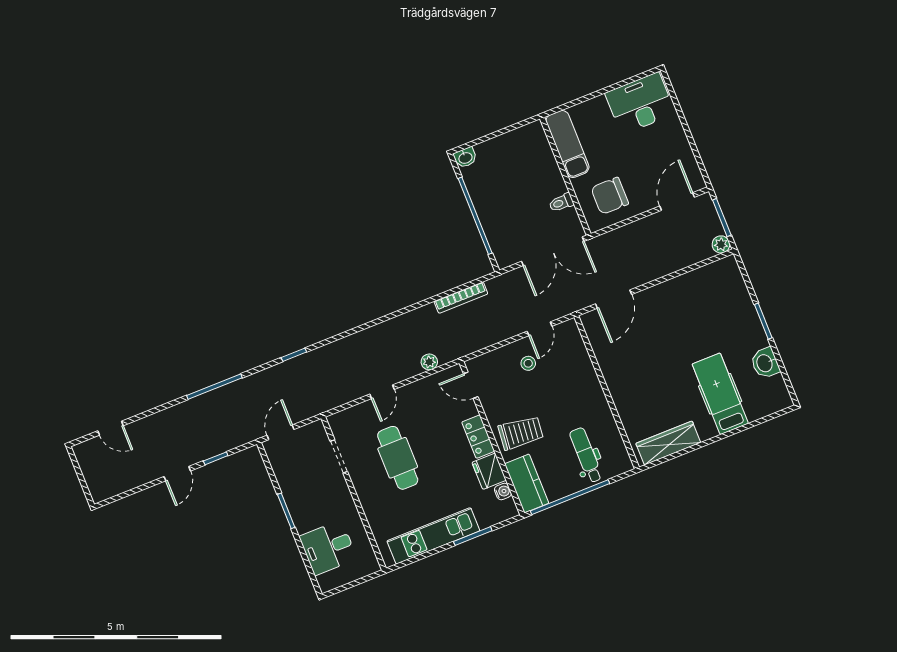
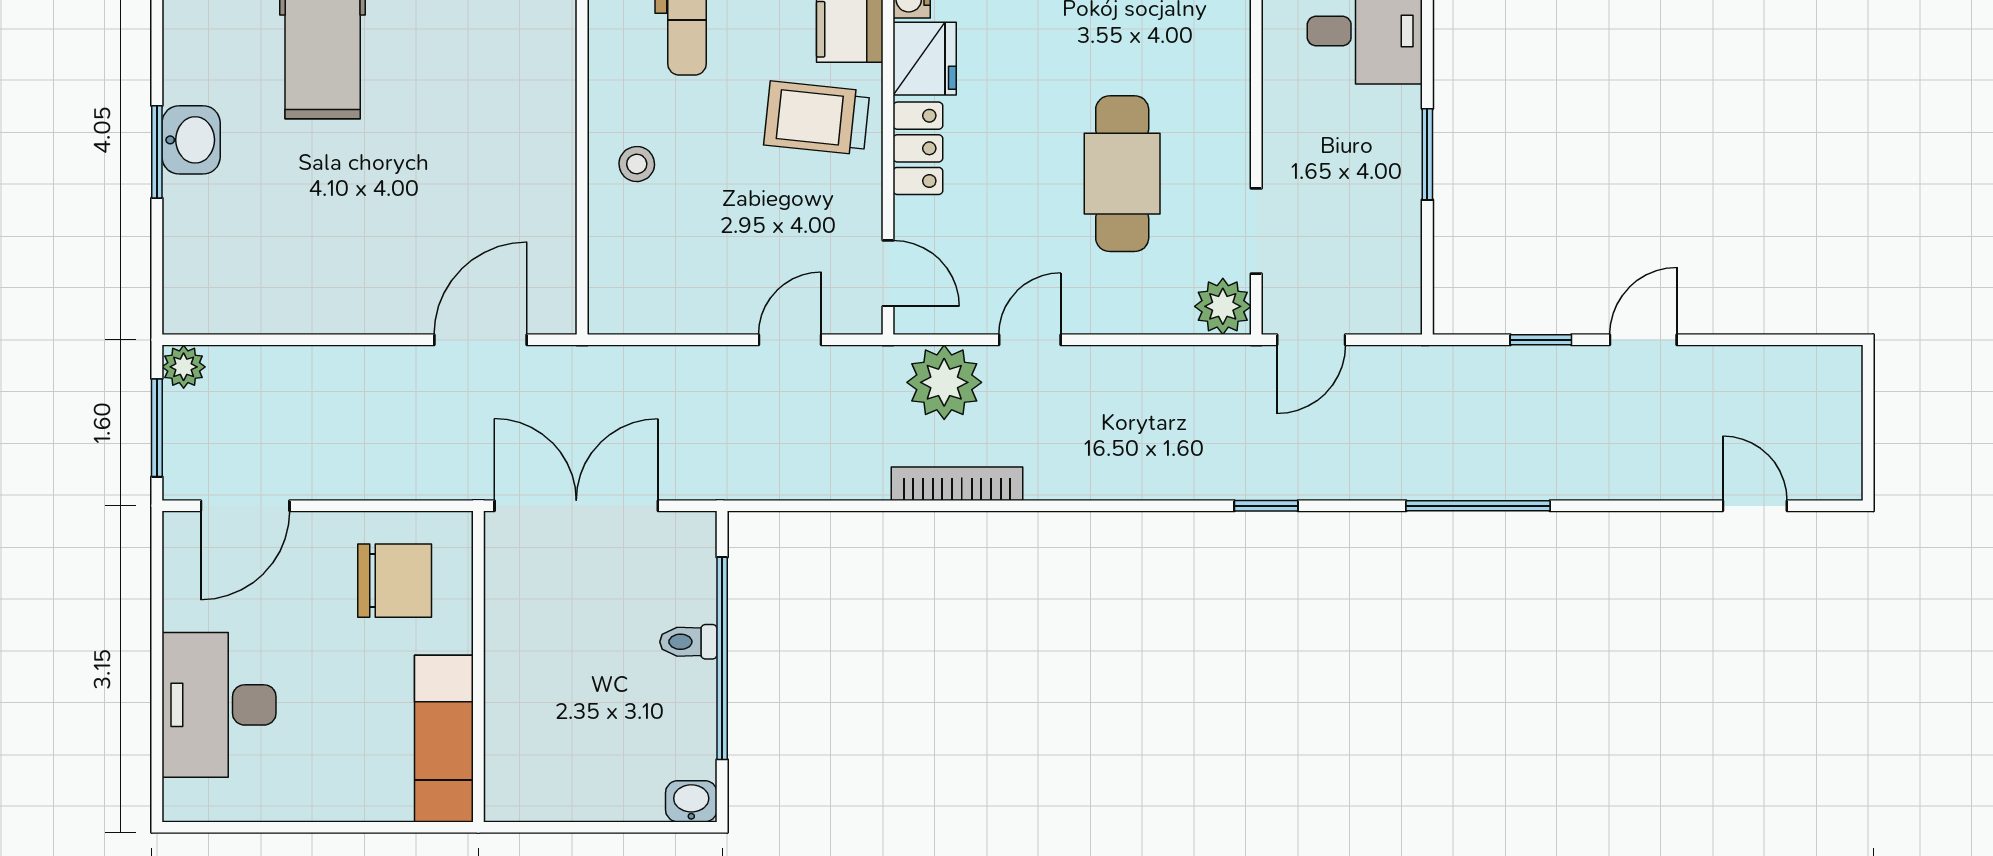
desk: (640, 103) -> (219, 705), moved, turned 90
toilet: (561, 203) -> (688, 642), moved, turned 180
bookcase: (461, 298) -> (957, 484), moved
door: (540, 329) -> (790, 340), moved
plant: (429, 362) -> (944, 382), width x1.87, depth x1.87
stool: (528, 363) -> (637, 164), moved
washbasin: (765, 363) -> (191, 140), moved
door: (382, 392) -> (1030, 340), moved
plant: (340, 423) -> (1223, 306), added
door: (281, 432) -> (1311, 340), moved

